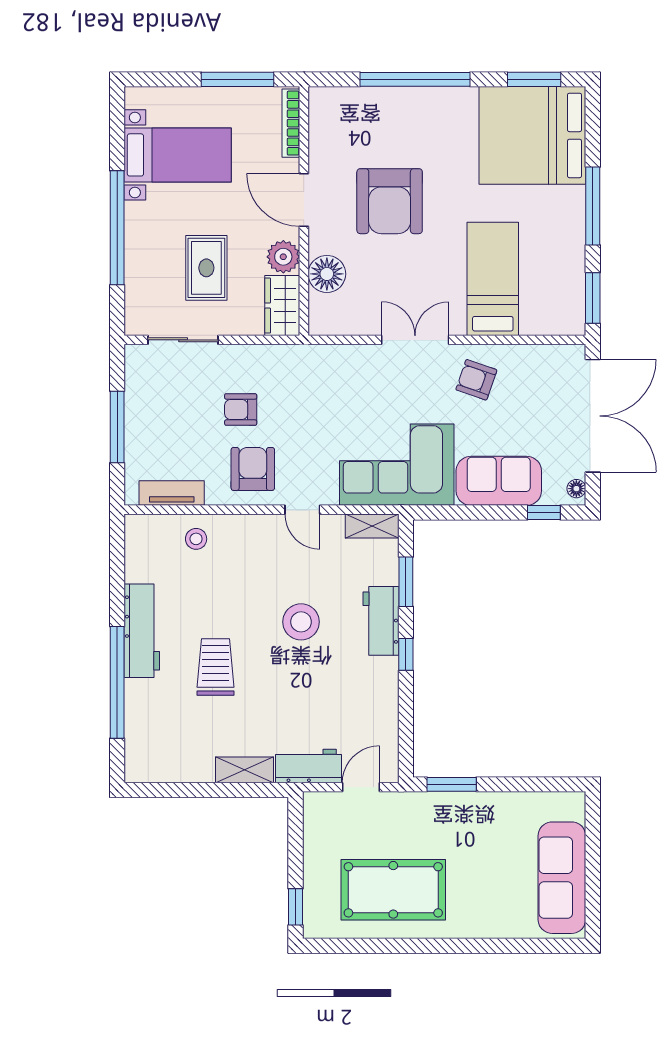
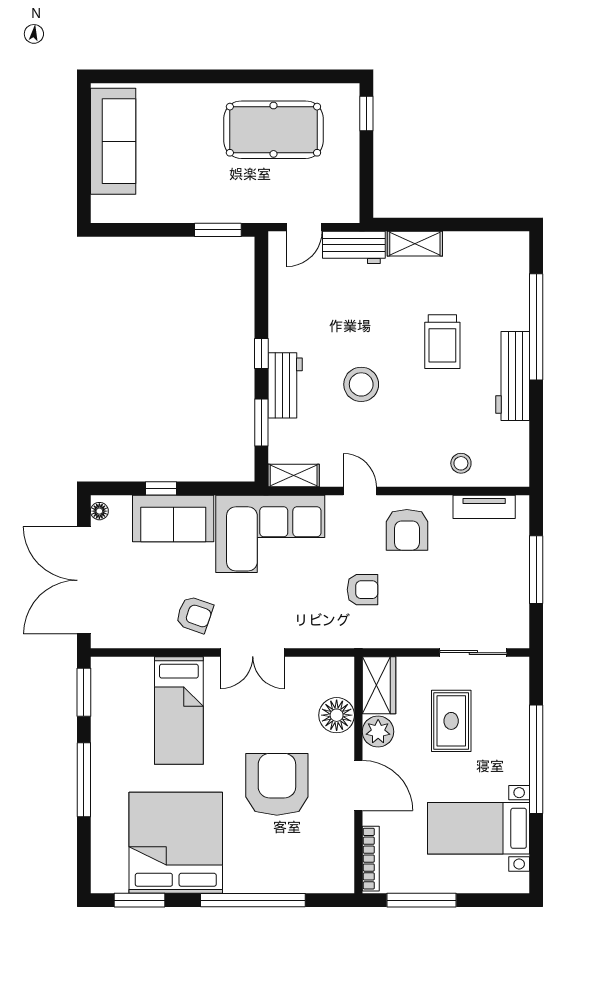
bed: (532, 135) -> (176, 843), moved, turned -90
armchair: (241, 409) -> (362, 590), moved
window: (544, 513) -> (161, 488), moved

